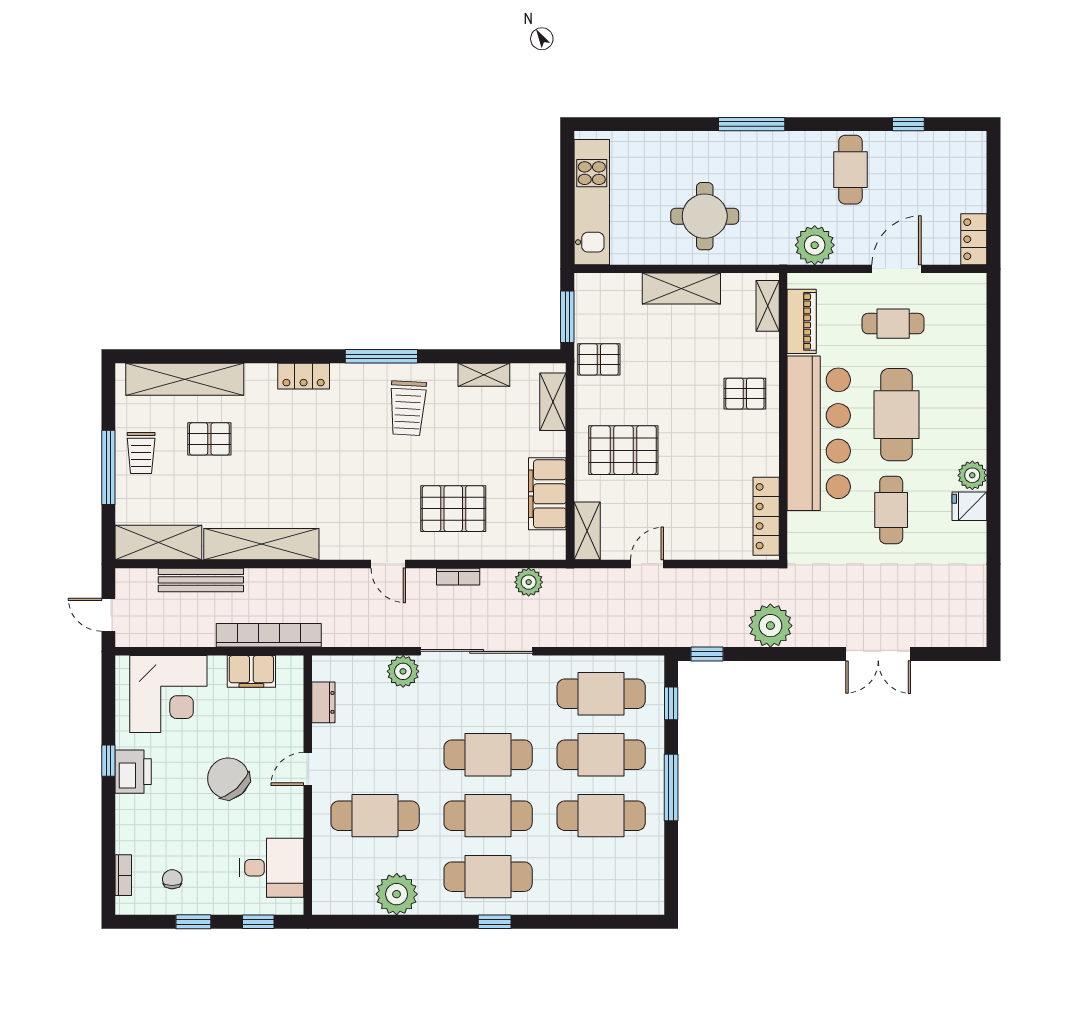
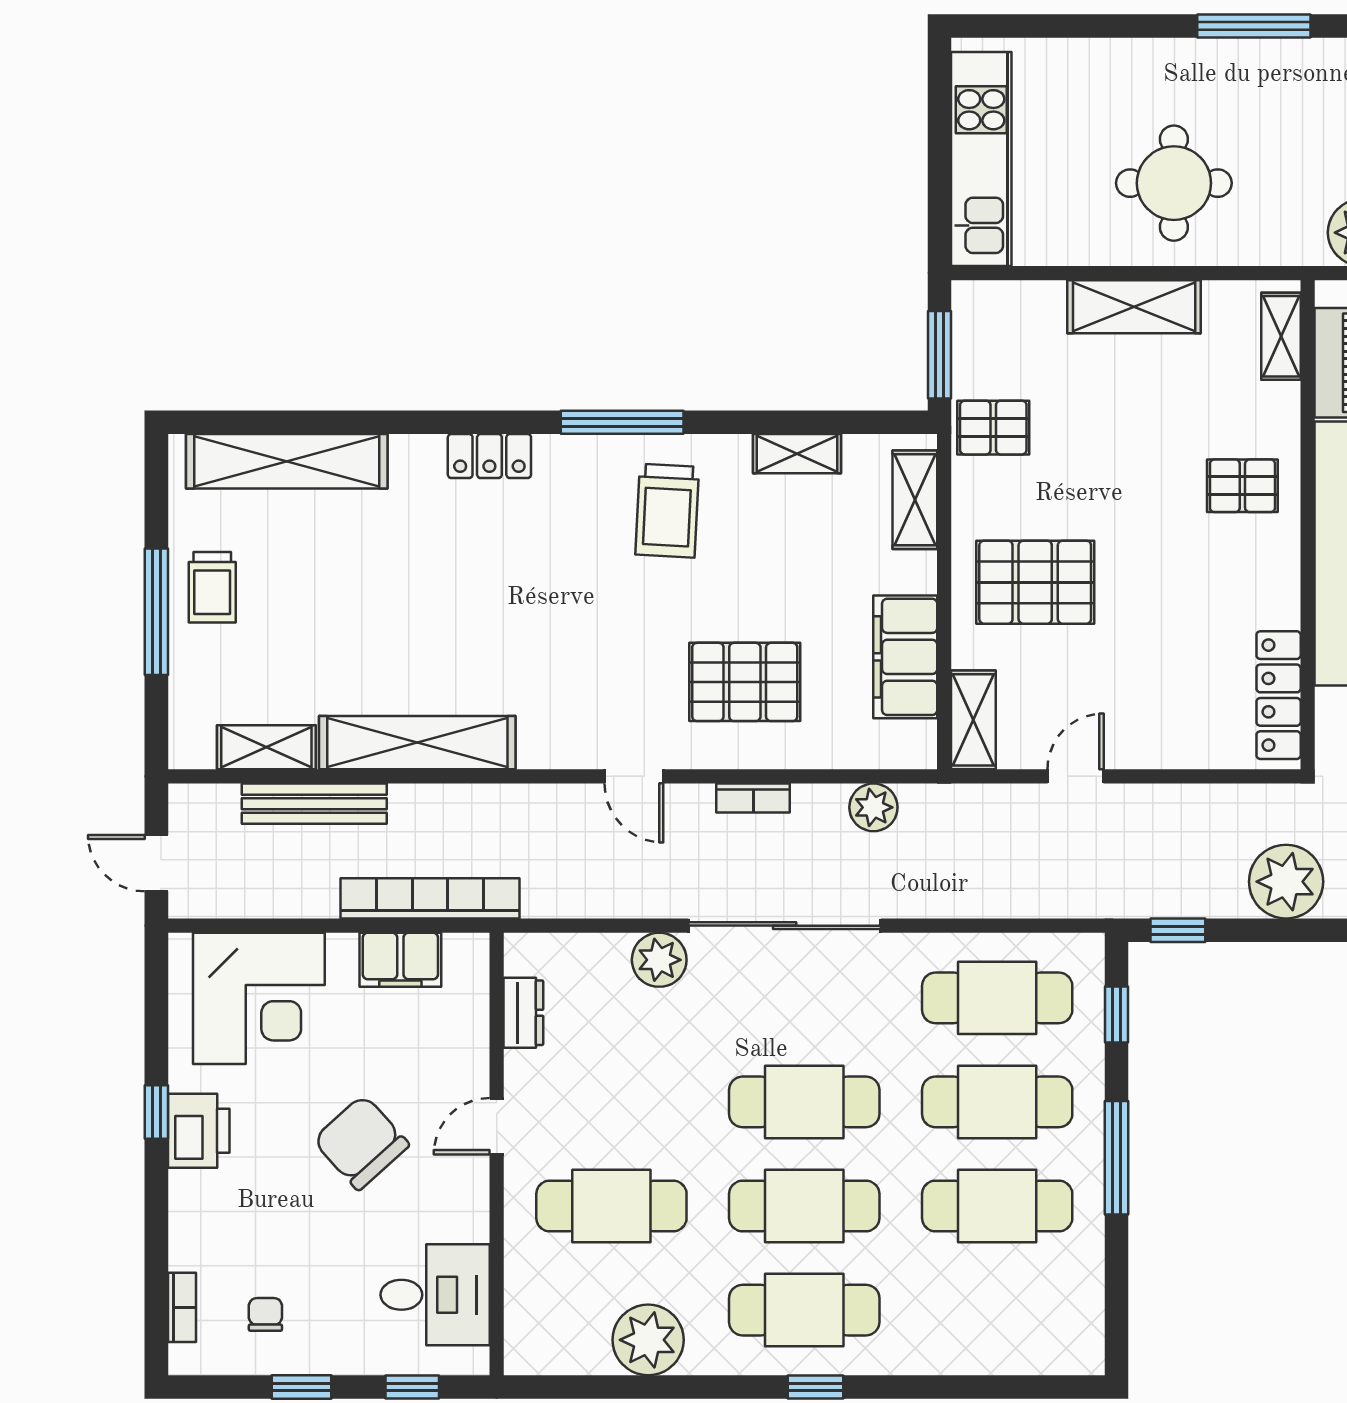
pallet: (209, 439) -> (329, 563), removed
shelving: (158, 543) -> (266, 747), width x0.67, depth x0.75

